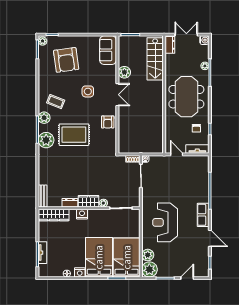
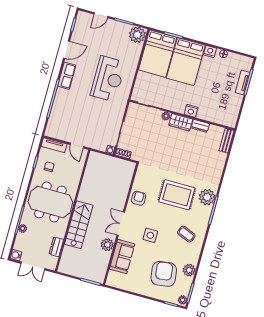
dresser: (170, 45) -> (56, 247), moved
sofa: (108, 50) -> (122, 257), moved
stairs: (155, 59) -> (79, 225), moved
meeting table: (186, 97) -> (50, 202), turned 90
plant: (44, 118) -> (189, 270), moved
wardrobe: (54, 215) -> (221, 118), removed
door: (210, 238) -> (66, 50), swing flipped
plant: (148, 255) -> (135, 50), removed

